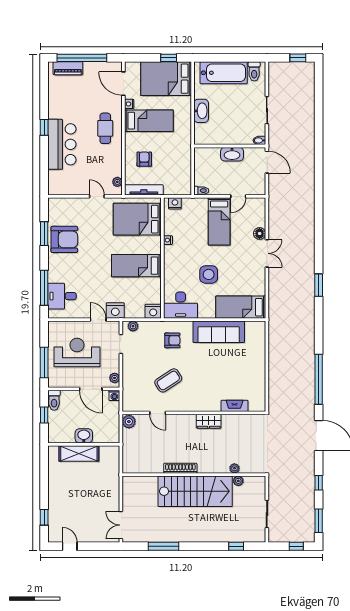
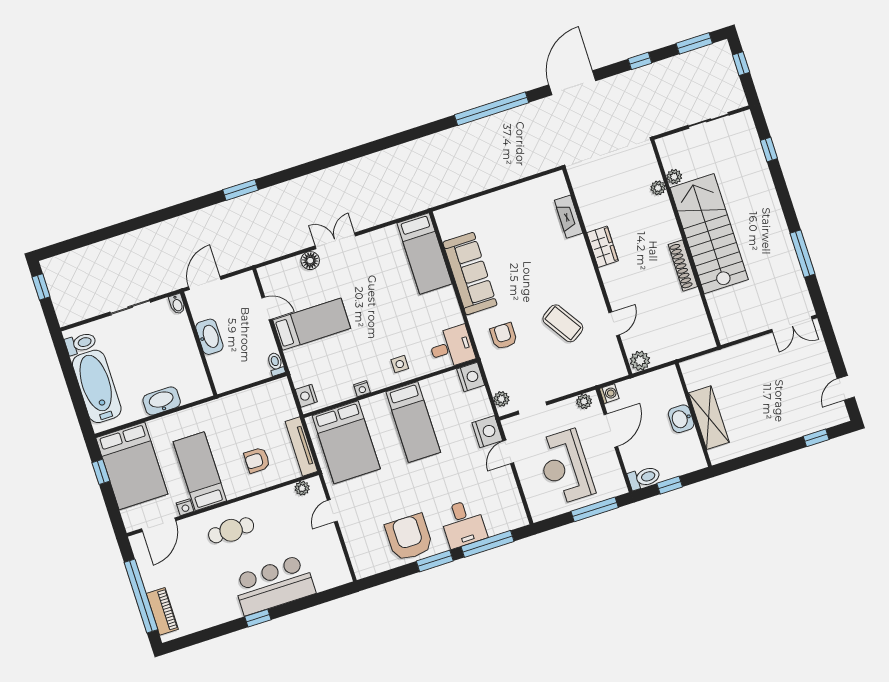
window: (44, 234) -> (435, 561), moved
side table: (209, 274) -> (400, 364), moved, width x0.54, depth x0.54
window: (319, 285) -> (240, 190), moved
desk: (62, 296) -> (463, 524), moved
desk: (181, 305) -> (452, 347), width x0.73

